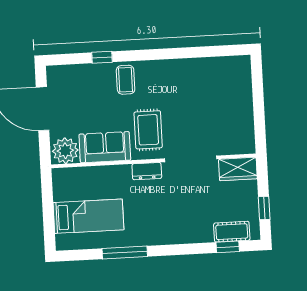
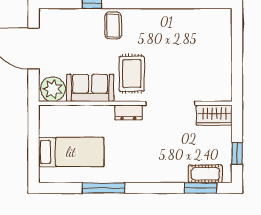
window: (228, 247) -> (201, 188), width x1.50

